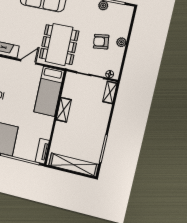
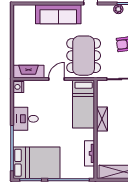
tv unit: (42, 151) -> (89, 153), moved

